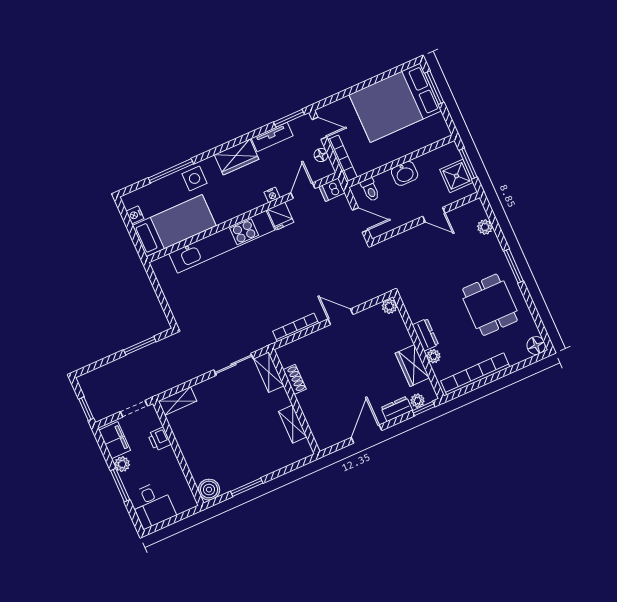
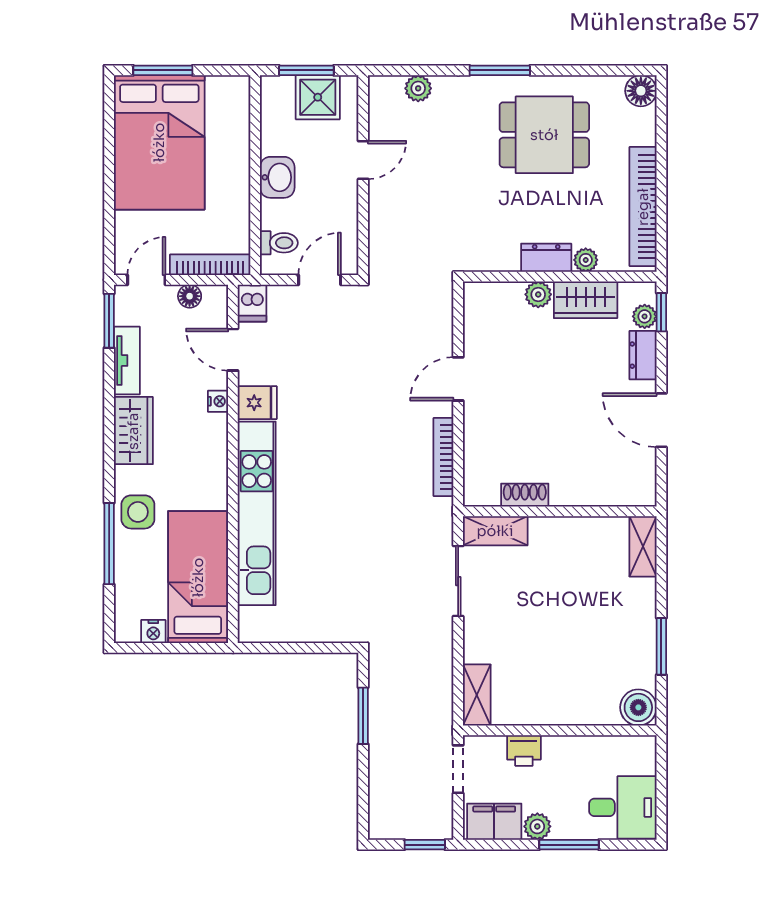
plant: (389, 306) -> (538, 294), moved
shelving: (293, 424) -> (643, 546), moved, turned 90

